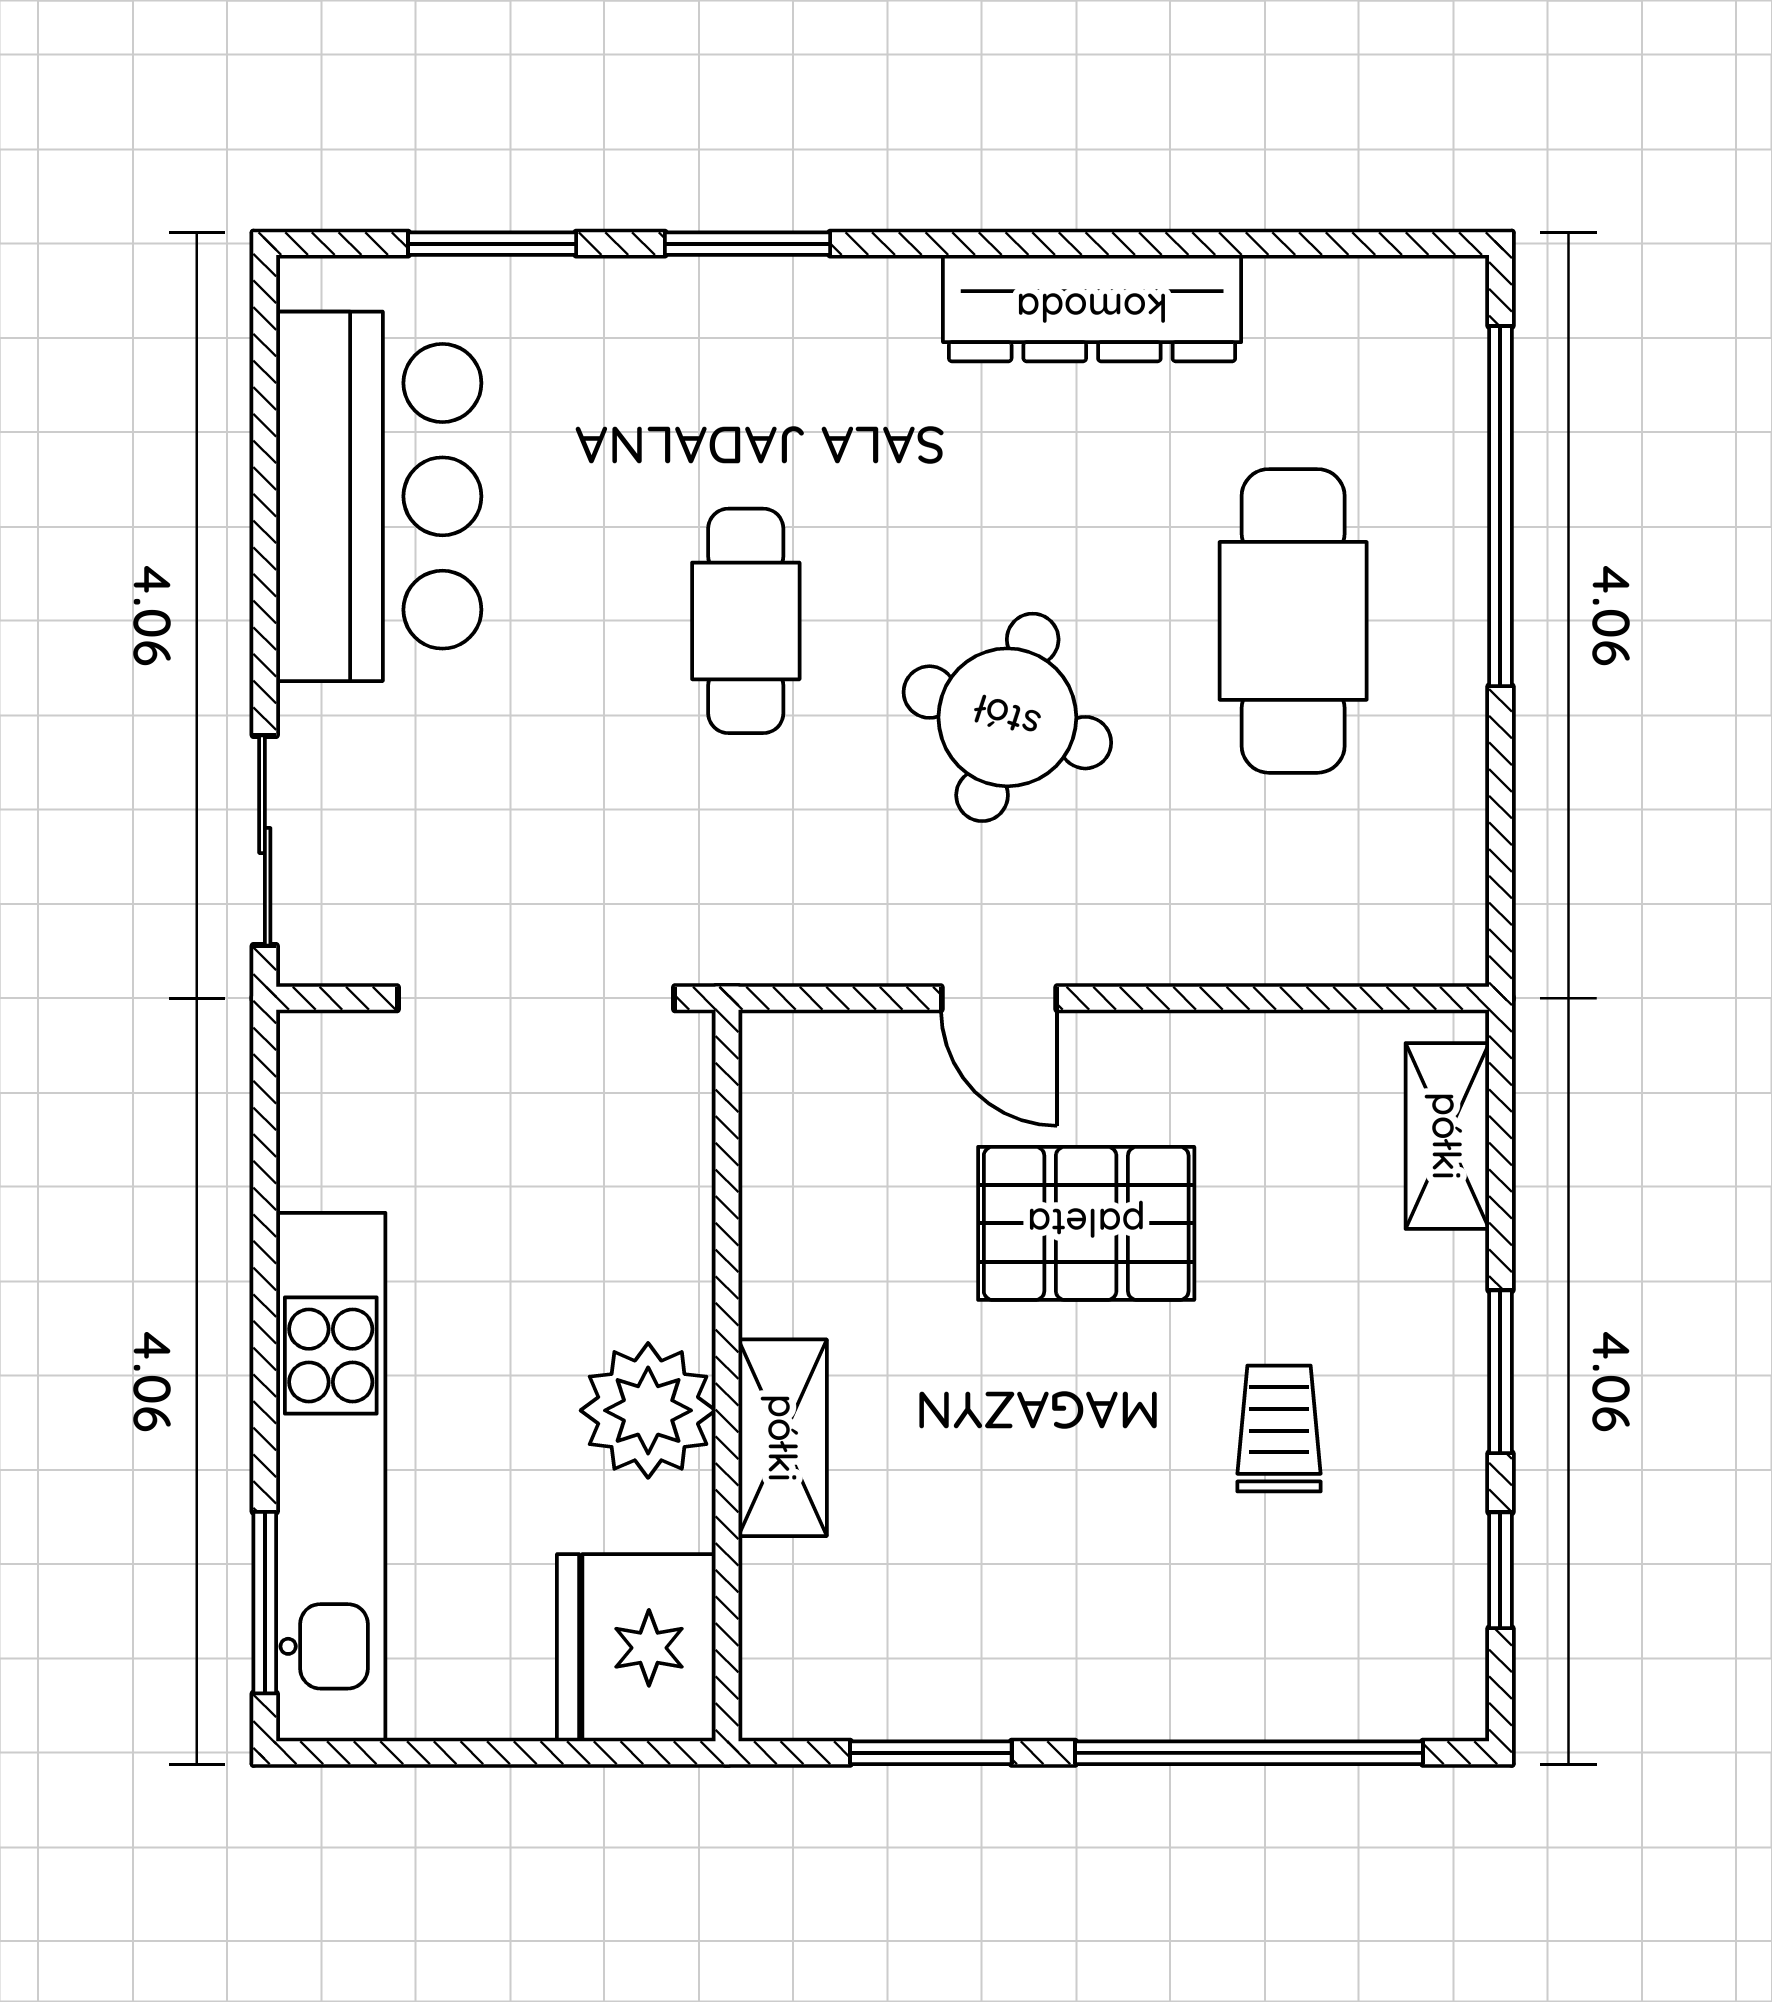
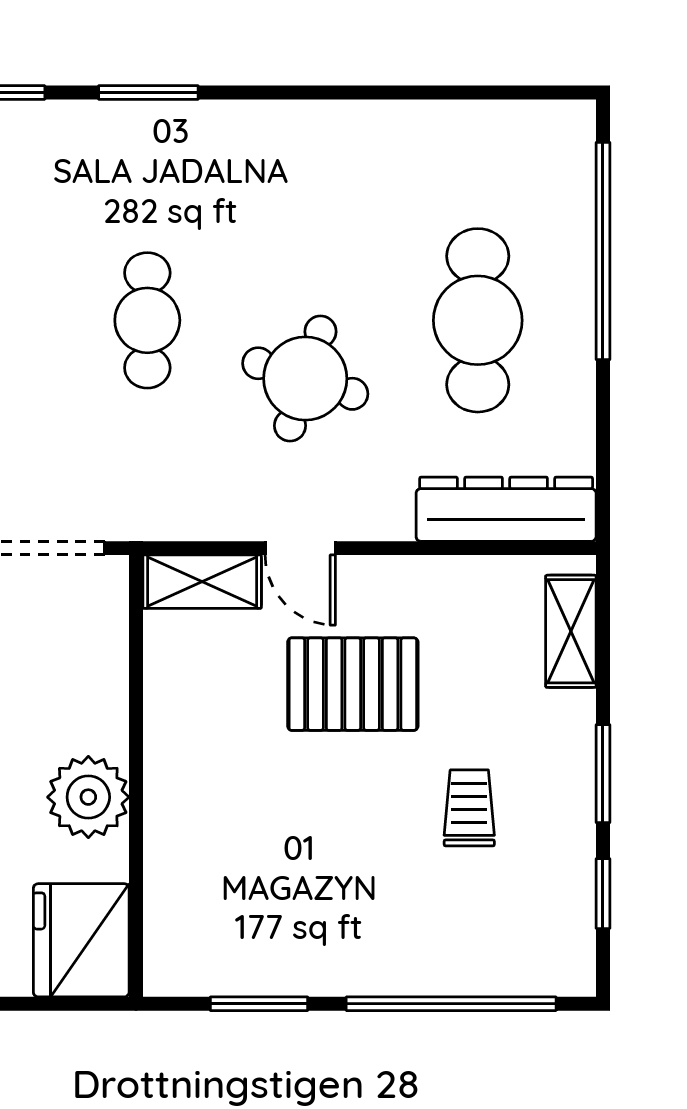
dresser: (1092, 308) -> (506, 509), moved, turned 180
shelving: (783, 1438) -> (202, 582), moved, turned 90

